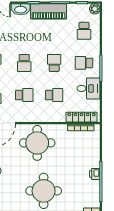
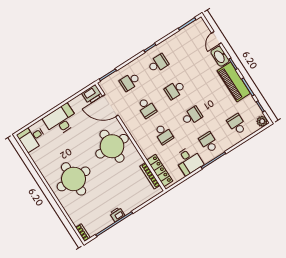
school desk: (84, 31) -> (237, 124), turned 90

